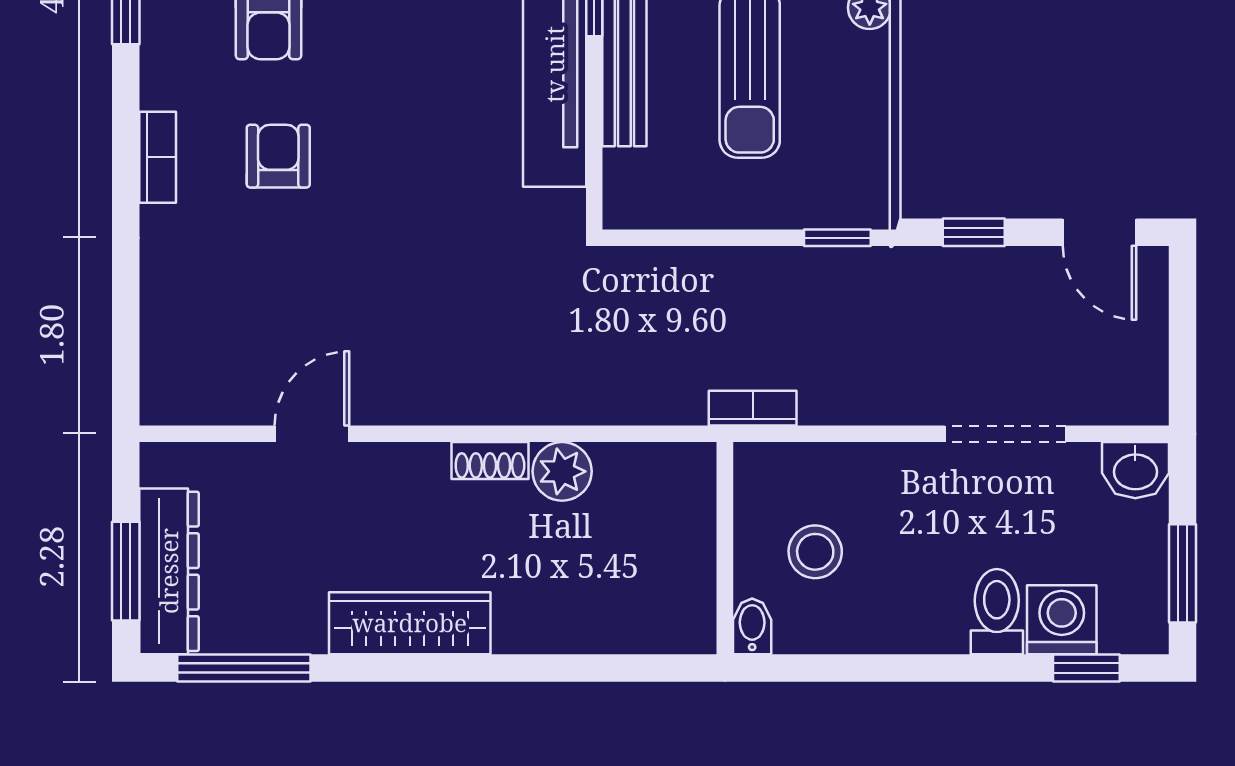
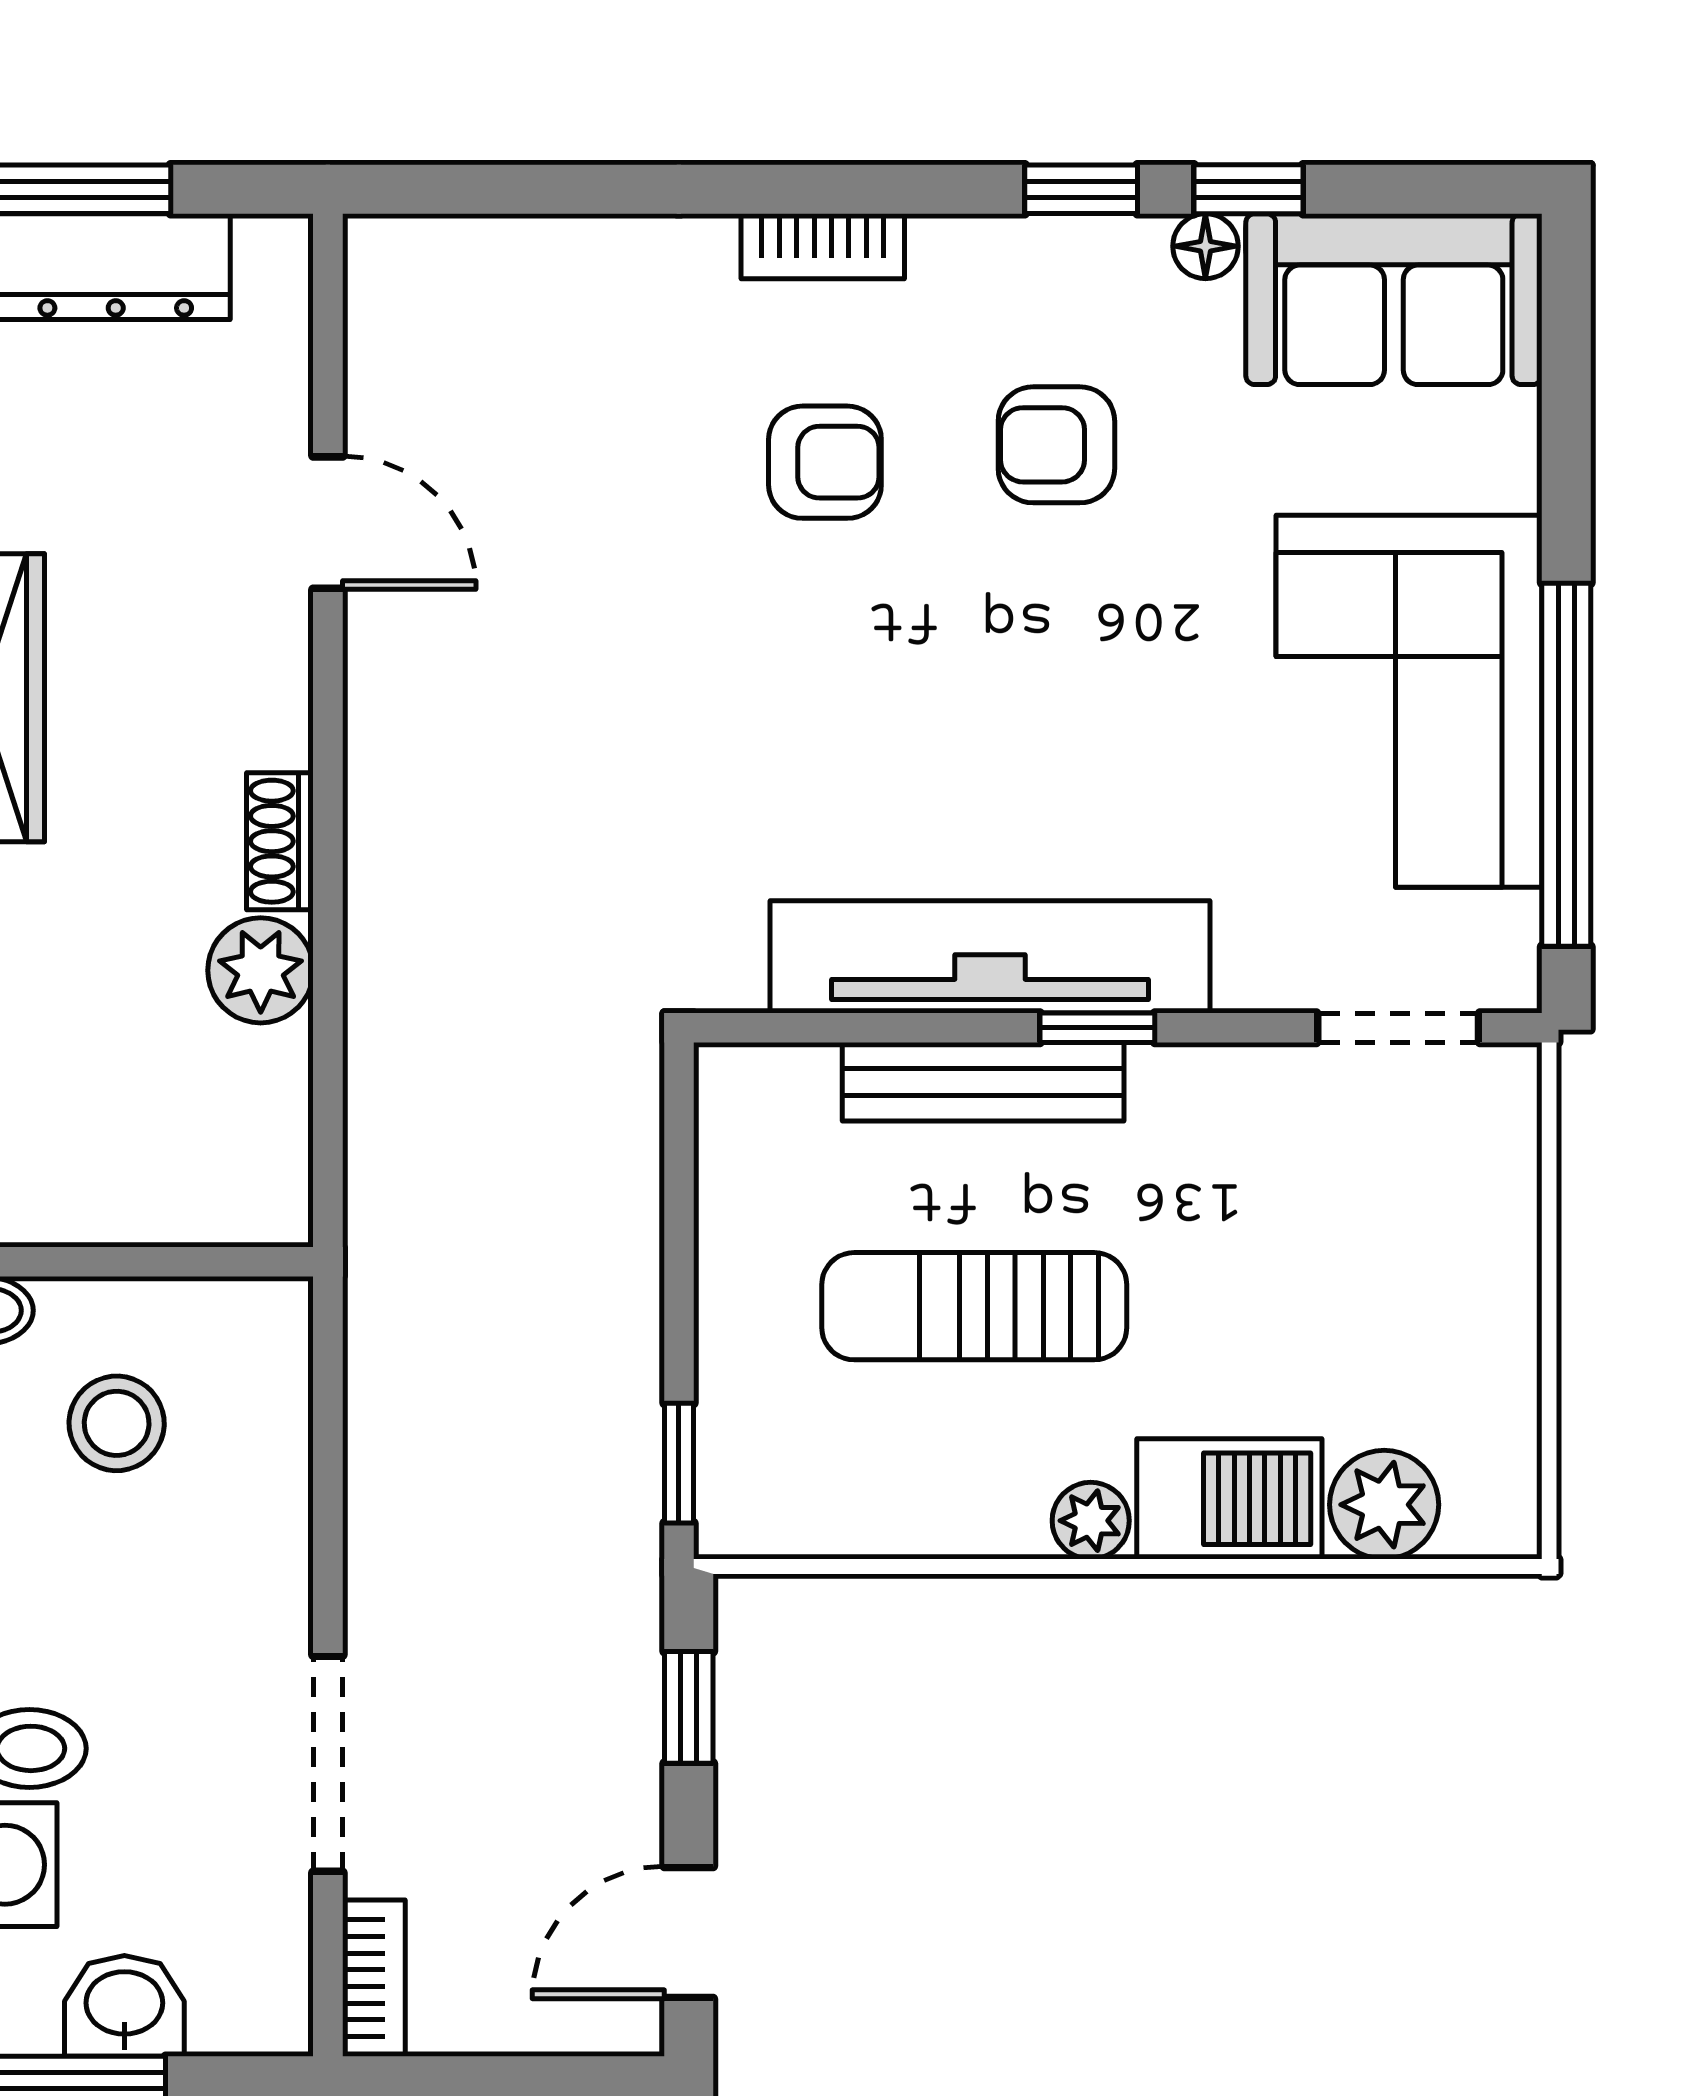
bookcase: (753, 408) -> (374, 1978), moved
washbasin: (1135, 470) -> (124, 2006), moved, turned 90

